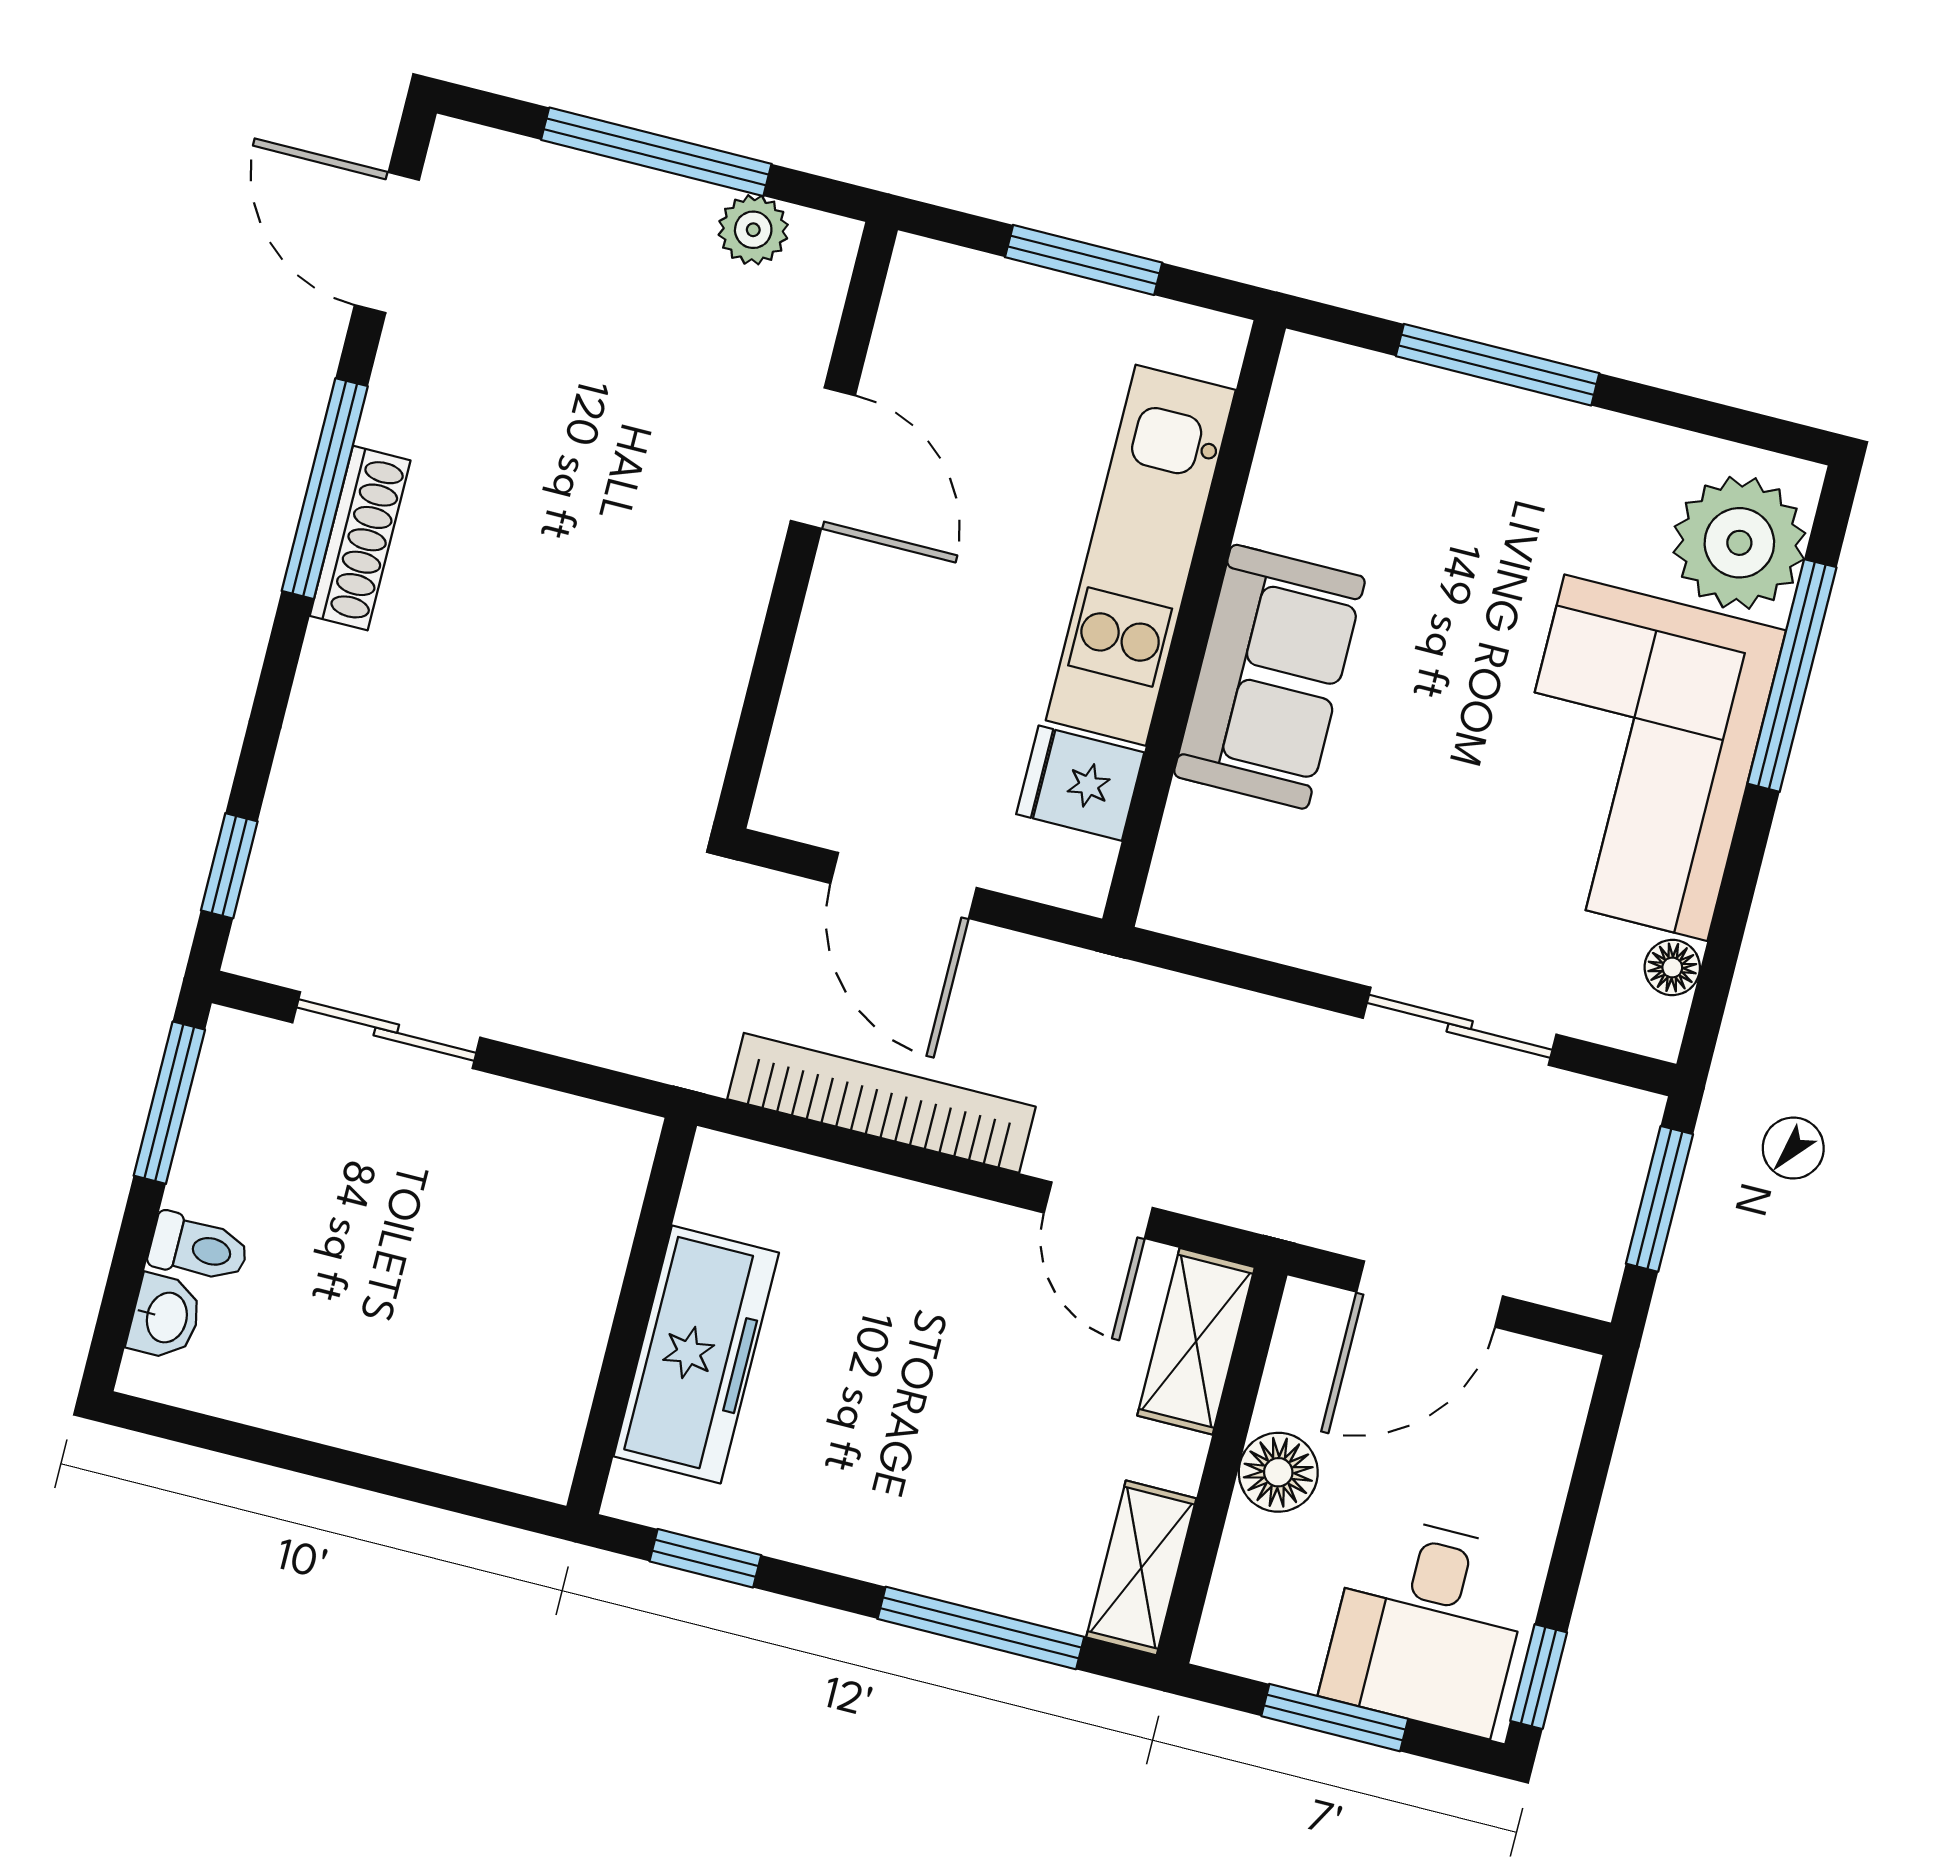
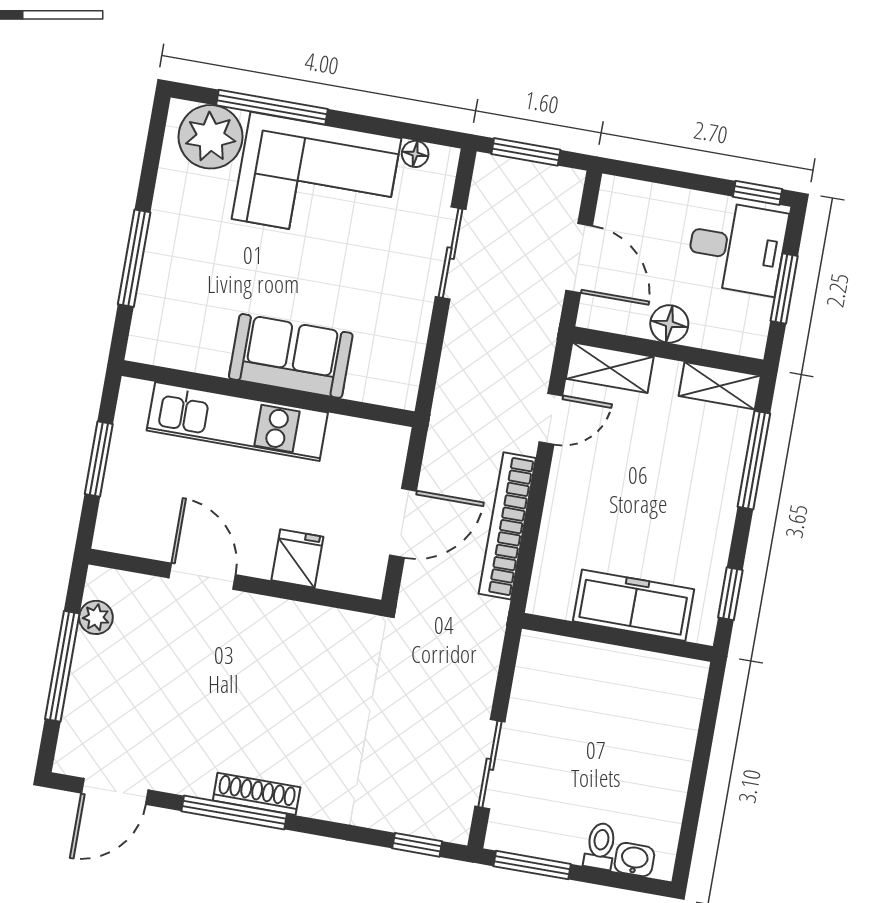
door: (823, 458) -> (202, 576), hinge flipped
fridge: (1080, 783) -> (297, 559), moved, turned 180

